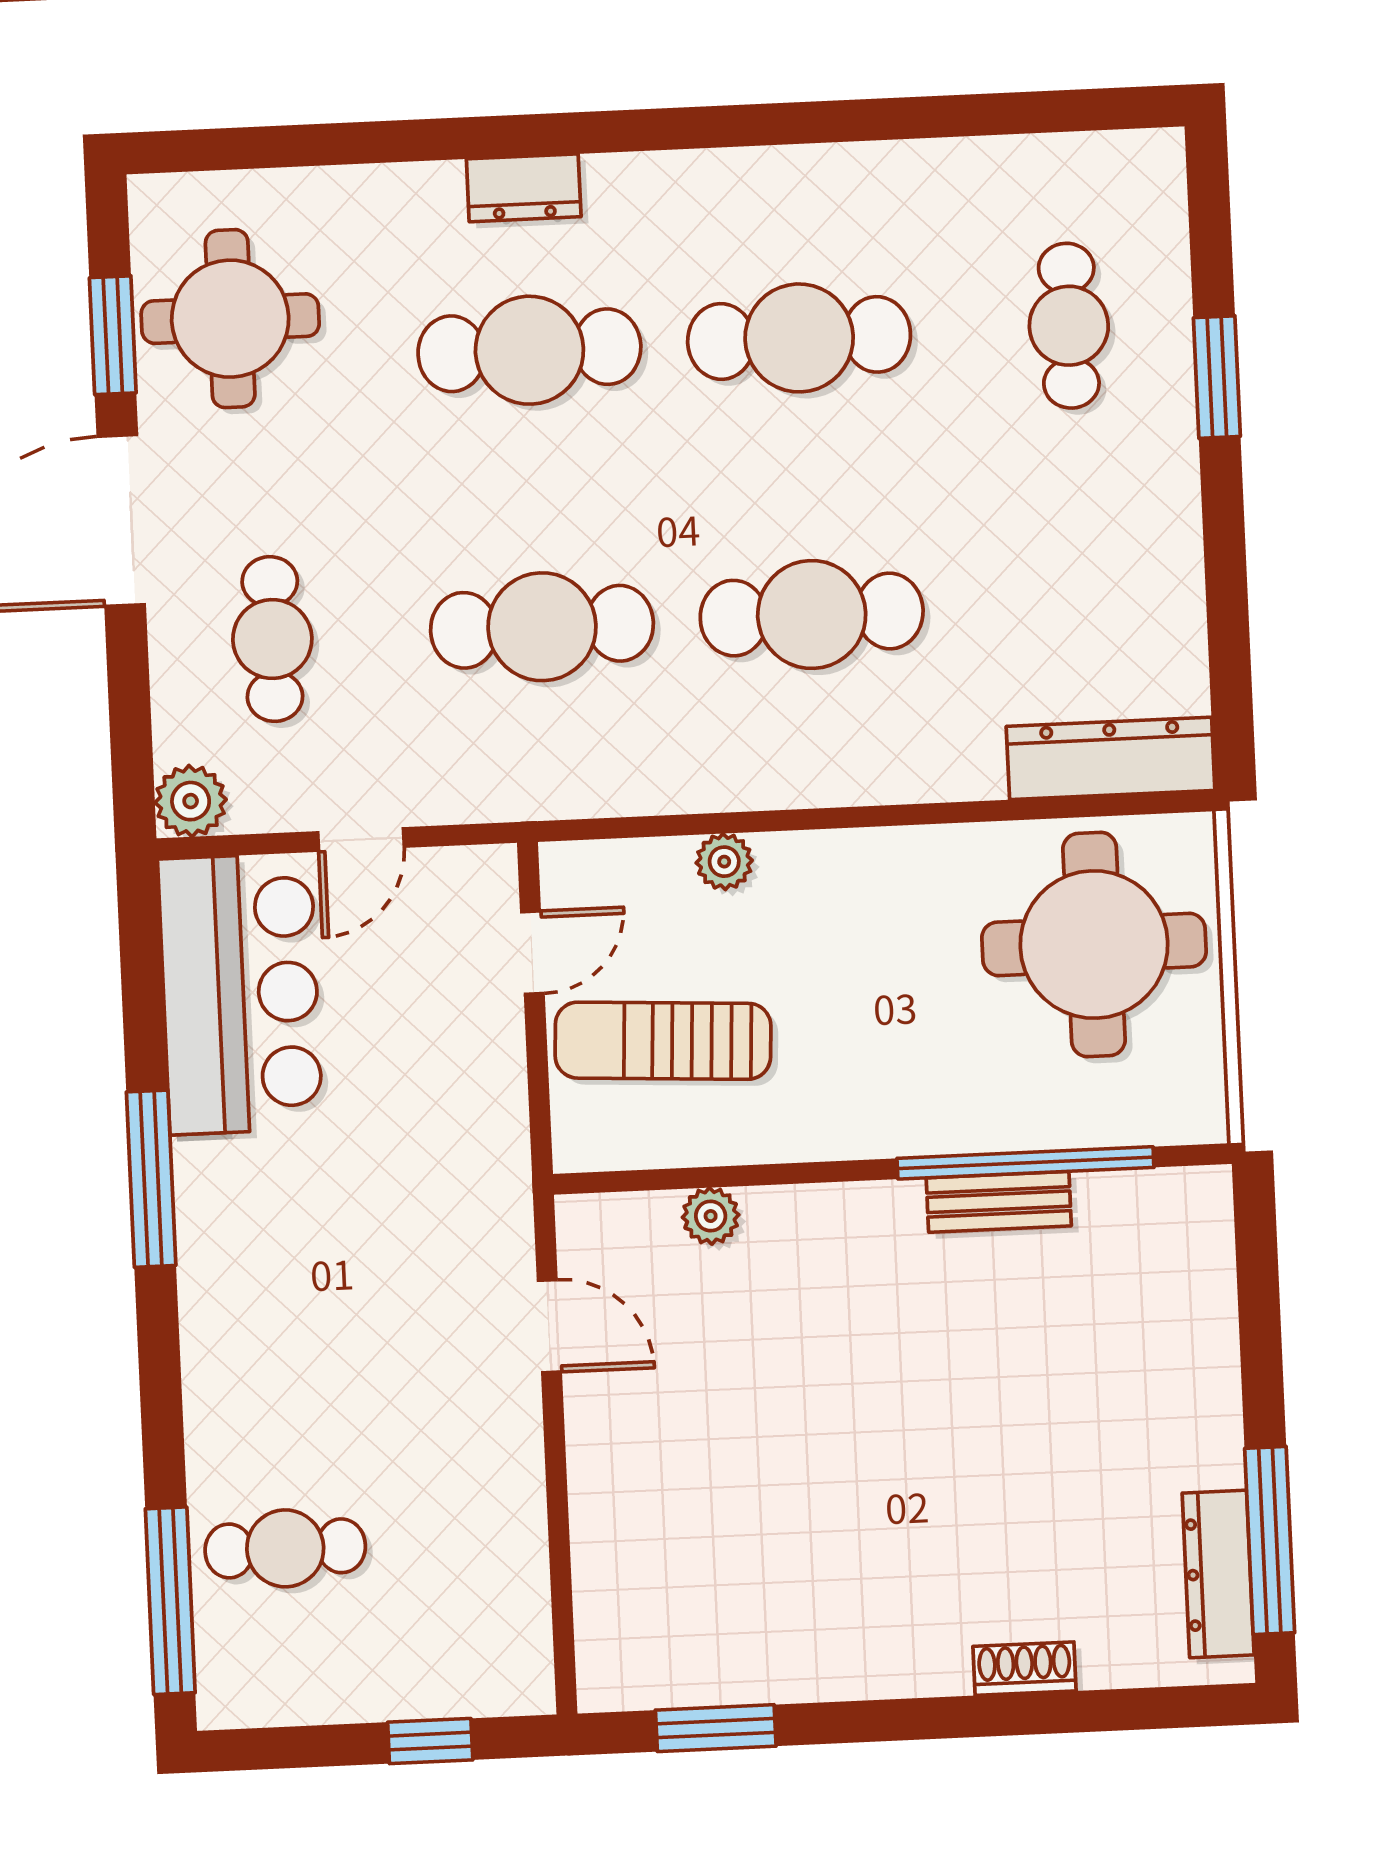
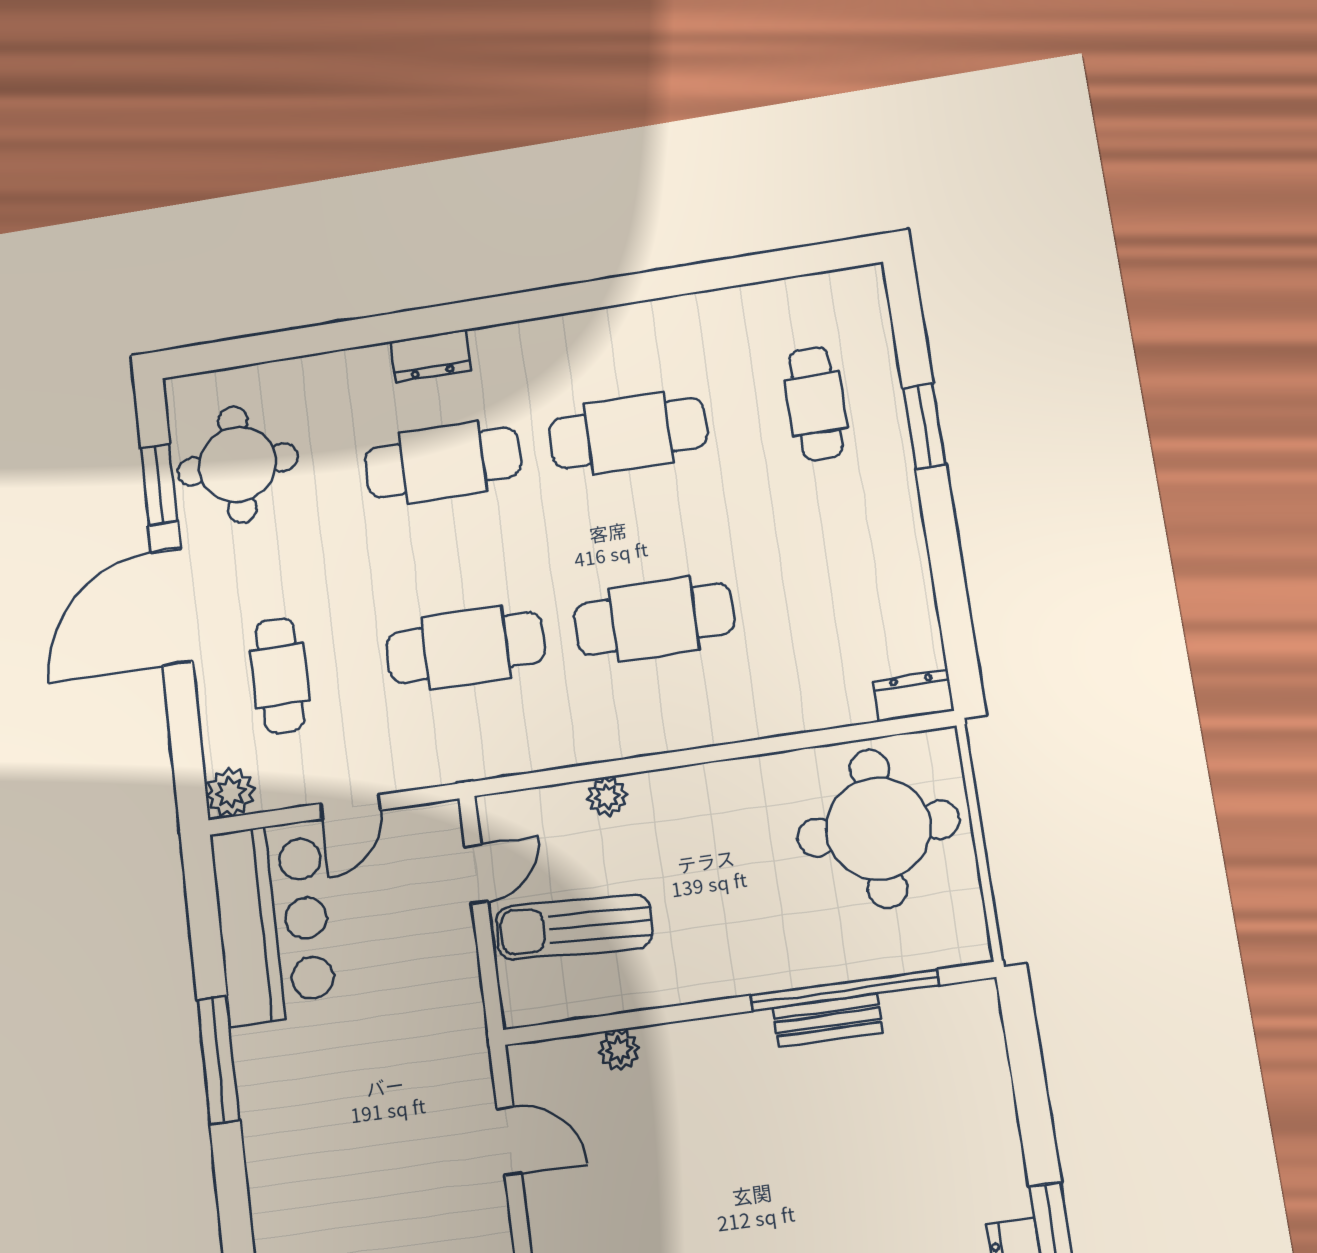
dresser: (1111, 758) -> (913, 696), width x0.51, depth x0.80

